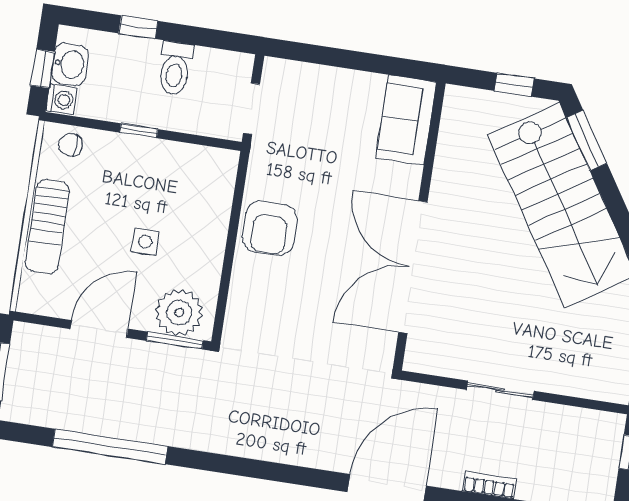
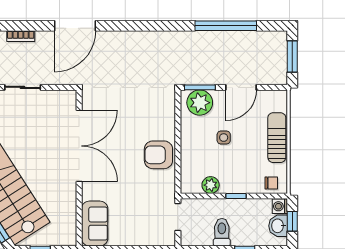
plant: (183, 158) -> (211, 185), added
armchair: (270, 228) -> (158, 155), turned -90

